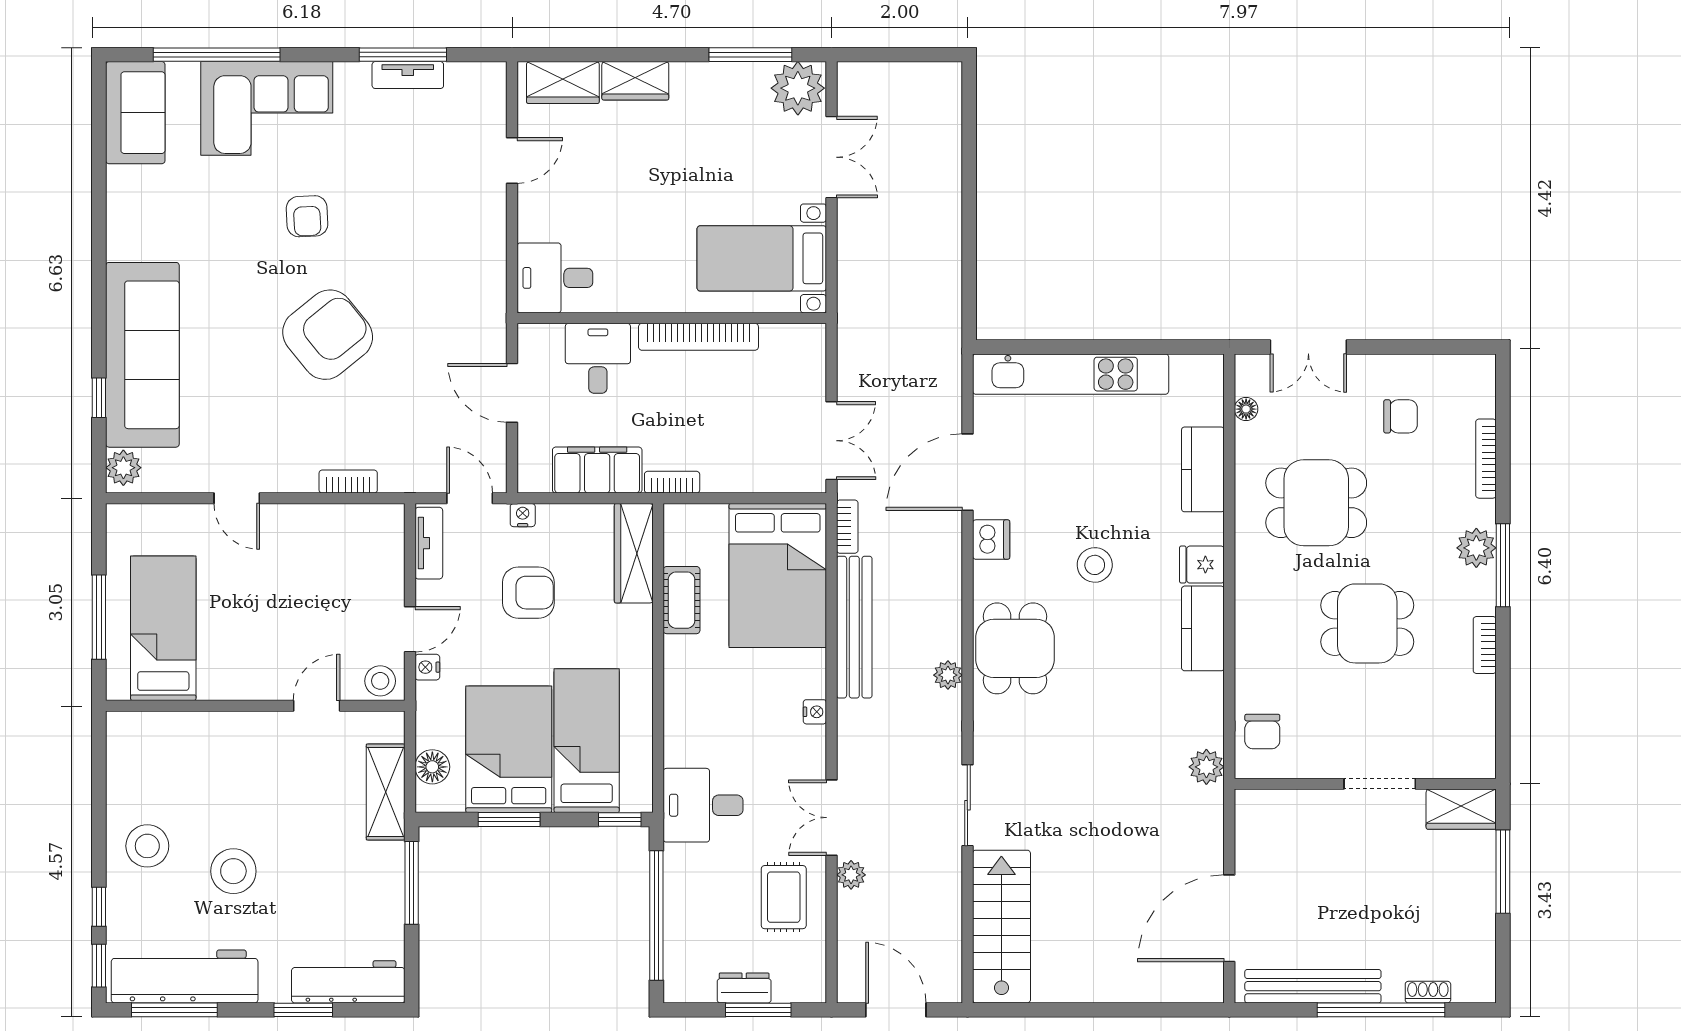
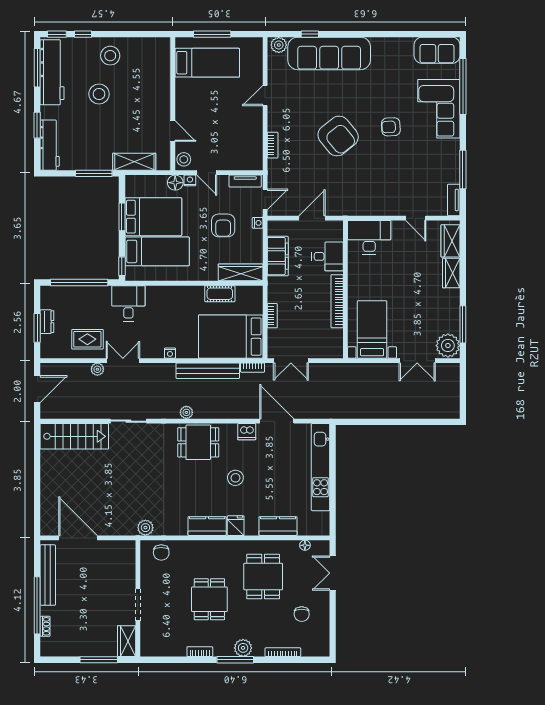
tv unit: (408, 75) -> (454, 200), moved
desk: (555, 278) -> (369, 237), width x1.37
bookcase: (672, 482) -> (272, 316), moved
chair: (1262, 732) -> (161, 553), turned -90
floor lamp: (432, 767) -> (175, 183), moved

